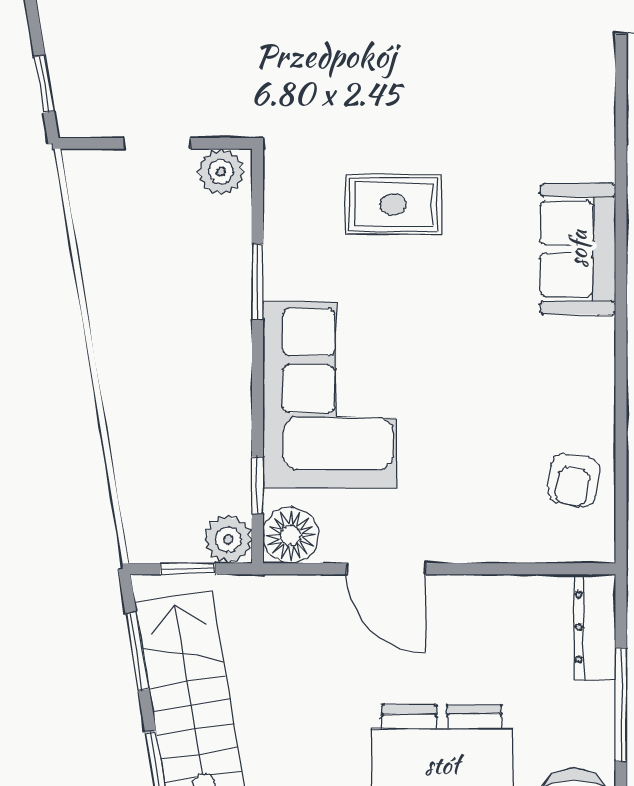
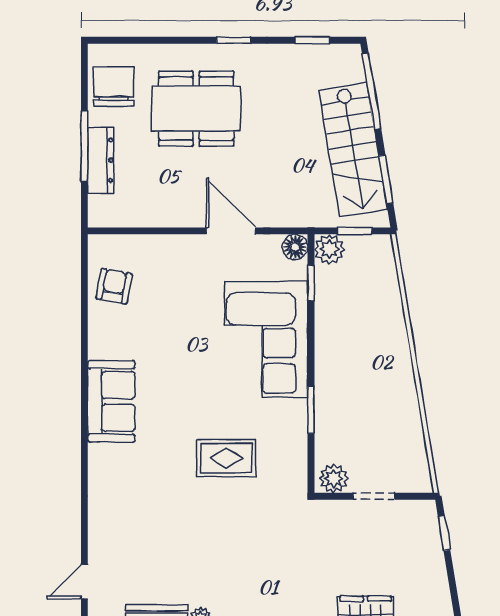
sofa: (578, 249) -> (111, 401), moved
floor lamp: (291, 535) -> (295, 247), width x0.73, depth x0.73
dresser: (595, 627) -> (101, 160), moved

